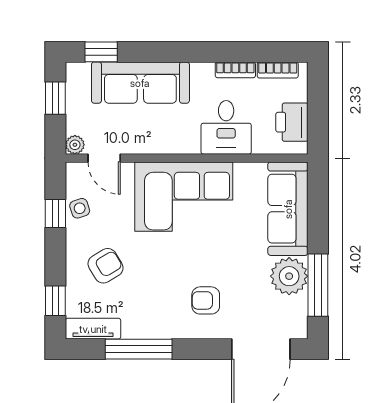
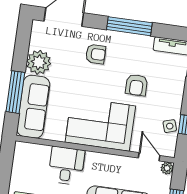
printer: (292, 122) -> (23, 163), removed
armchair: (106, 266) -> (137, 85), moved, turned -59
window: (318, 285) -> (15, 92), moved
window: (139, 349) -> (129, 26), moved

